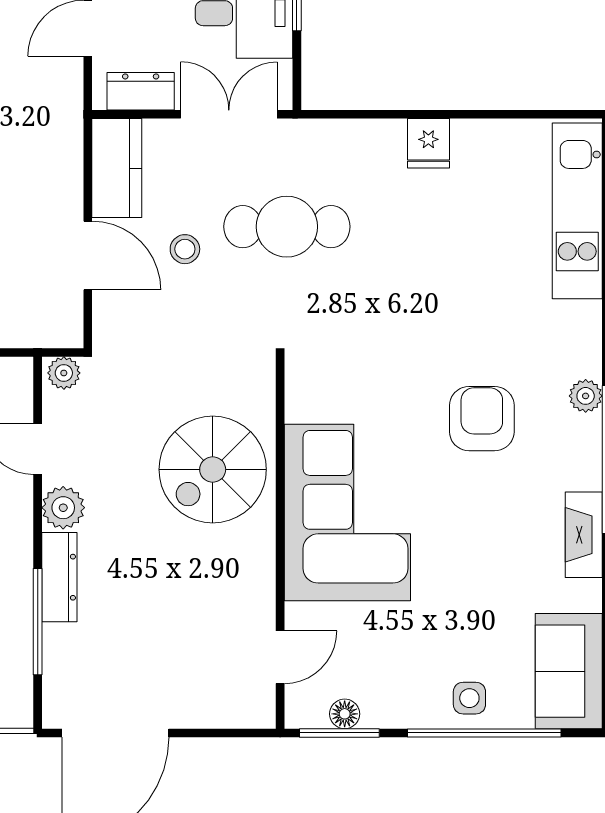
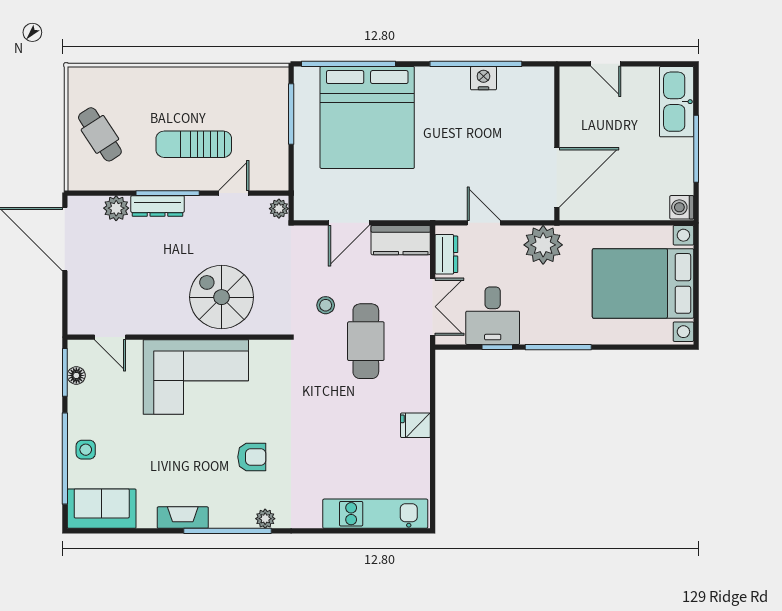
stool: (185, 249) -> (326, 305), moved
armchair: (482, 419) -> (252, 457), width x0.72, depth x0.72
plant: (63, 508) -> (116, 208), moved
window: (38, 622) -> (168, 193), moved

